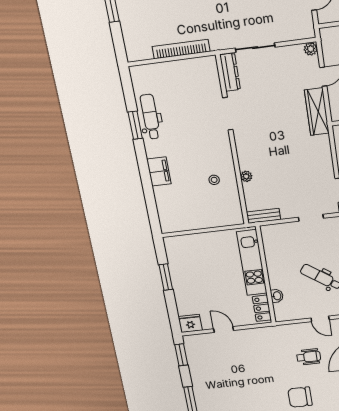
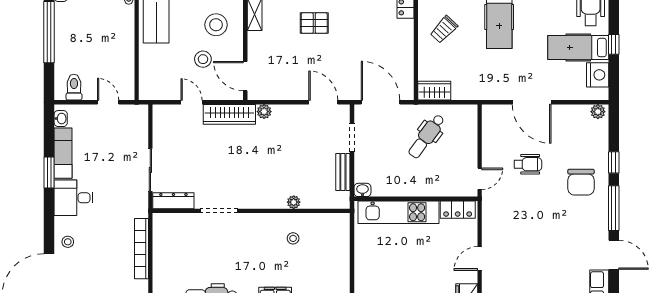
plant: (311, 49) -> (264, 112), moved
bench: (264, 216) -> (343, 172), moved
washbasin: (277, 296) -> (362, 190), moved
door: (320, 319) -> (480, 179), moved
wheelchair: (309, 357) -> (528, 164), turned 90

